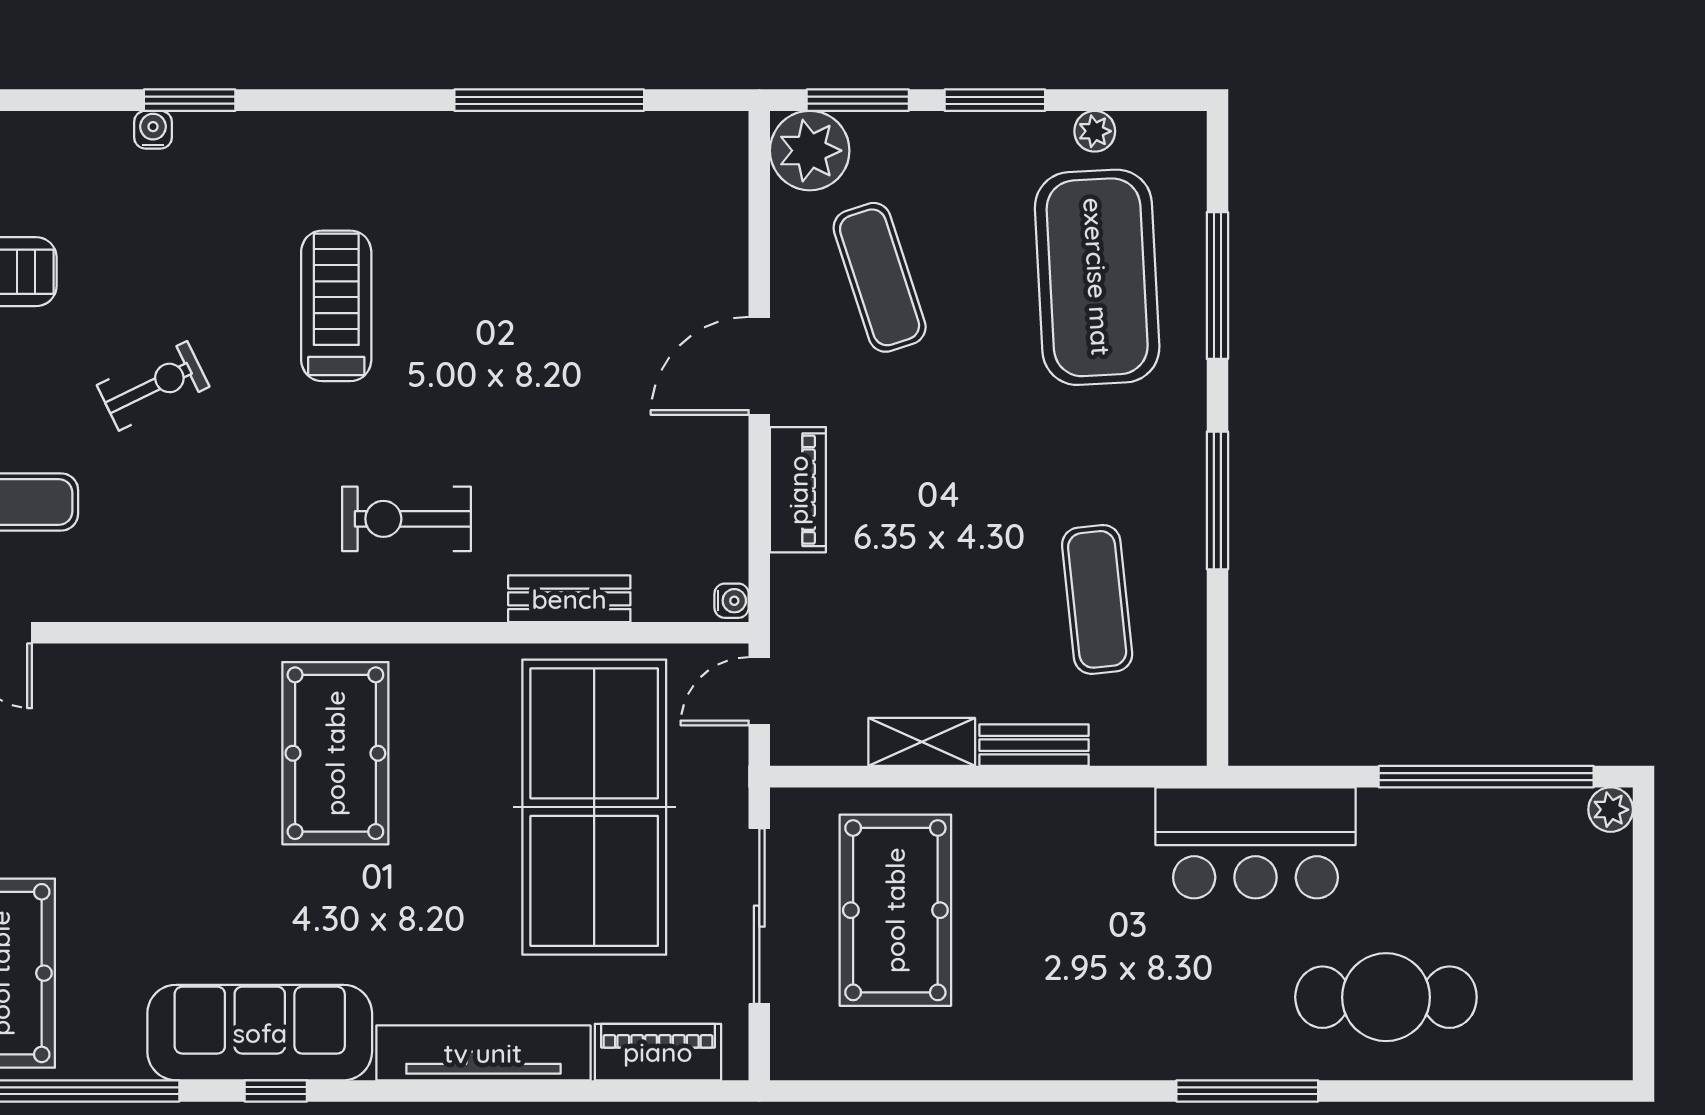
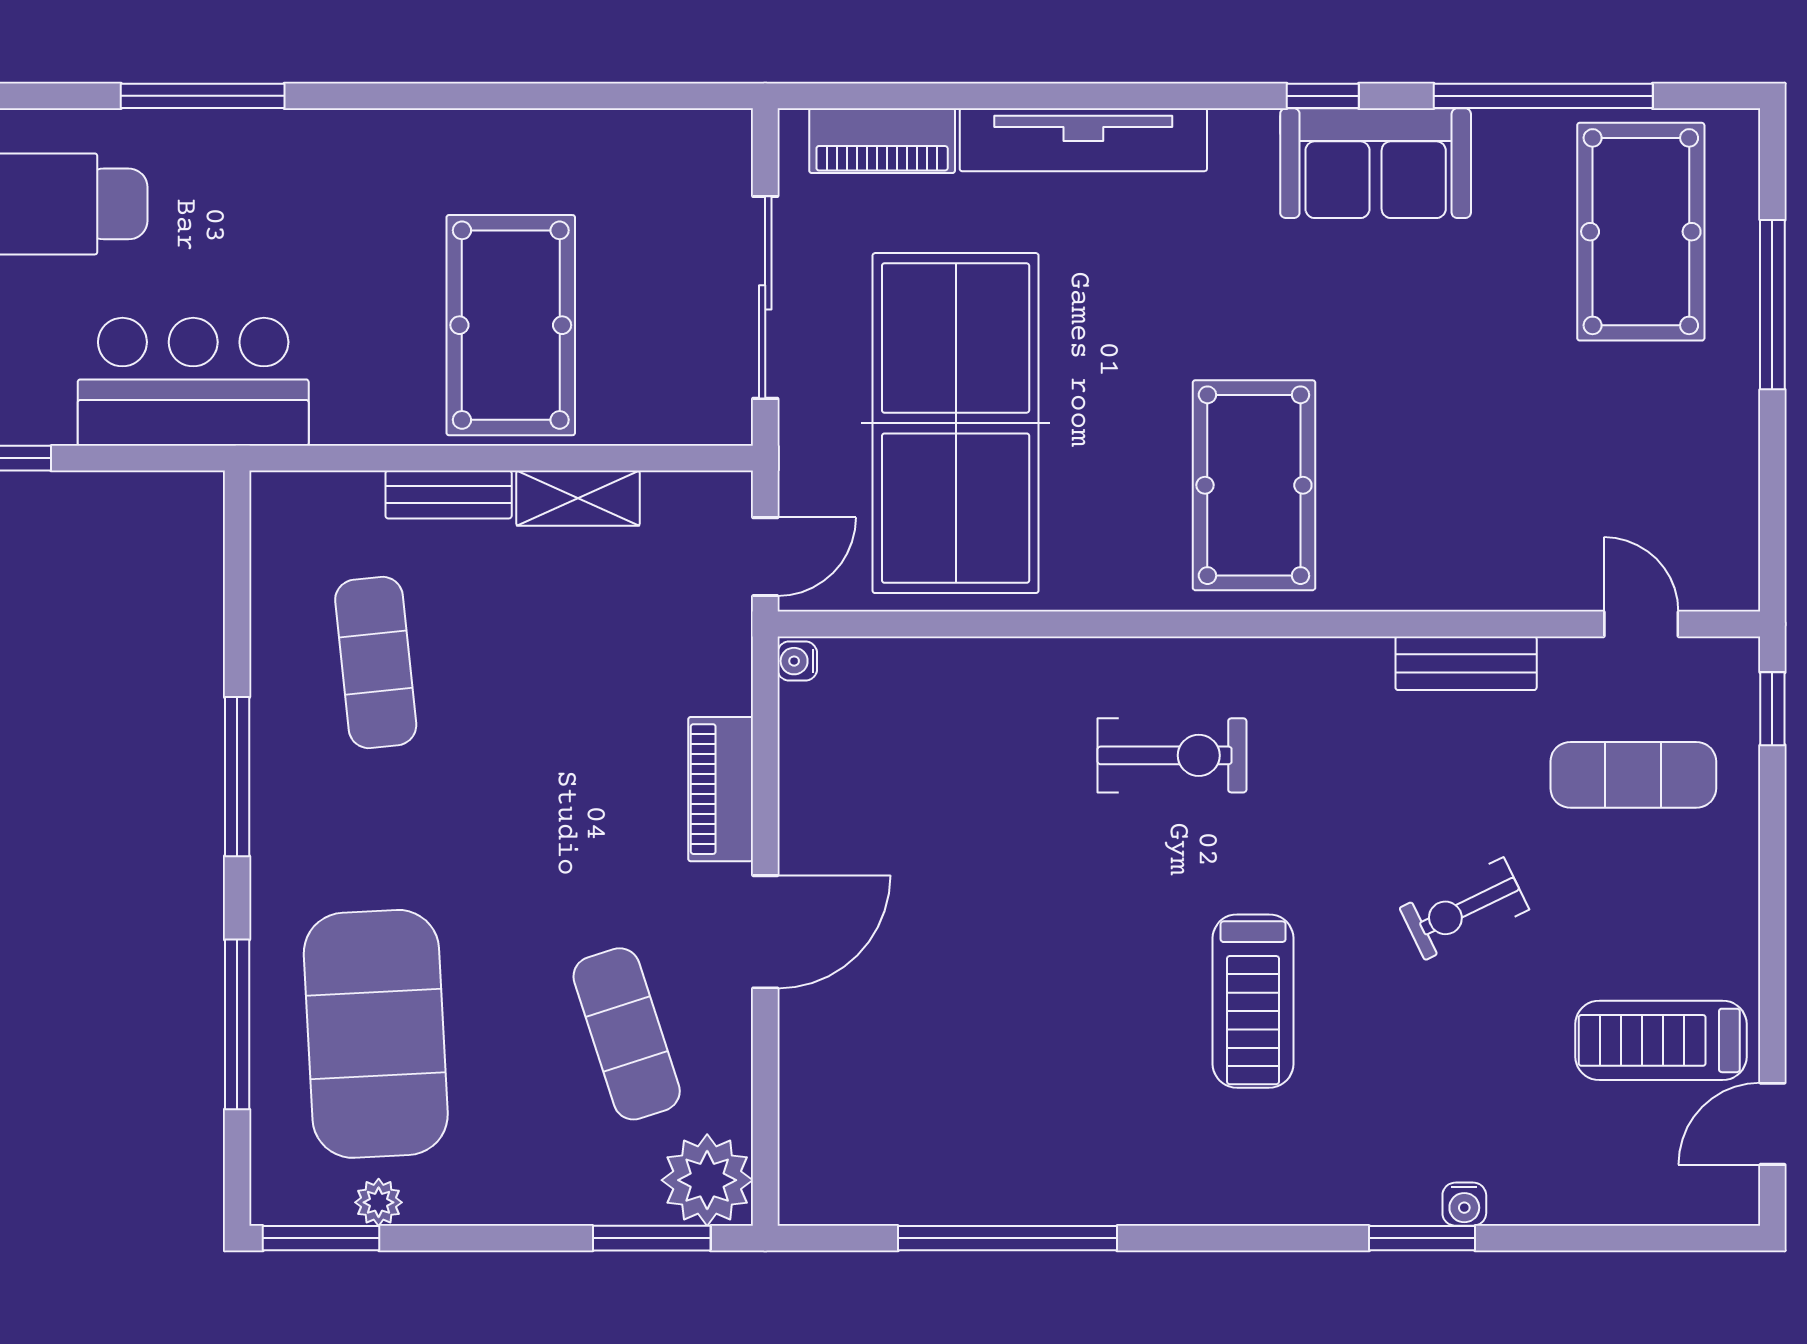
window: (995, 100) -> (321, 1238), moved
bench: (569, 599) -> (1466, 663), moved
pool table: (895, 910) -> (511, 325), moved
sofa: (260, 1033) -> (1376, 163), width x0.73

